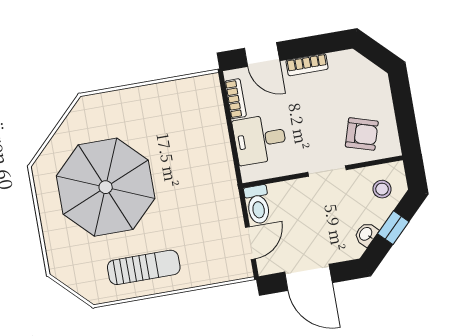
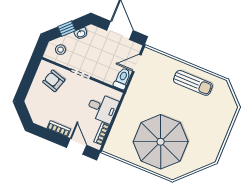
parasol: (106, 187) -> (161, 142), moved
sun lounger: (144, 267) -> (193, 83), turned 180

